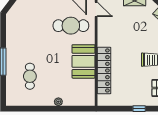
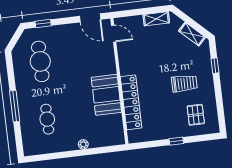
cafe table: (71, 26) -> (40, 61), moved, turned 90

